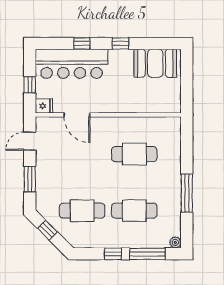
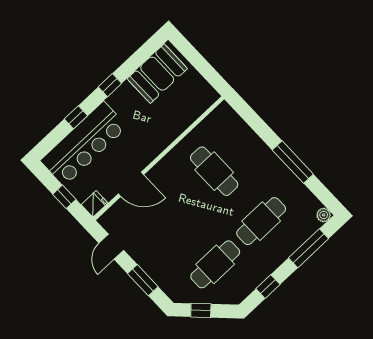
cafe table: (134, 154) -> (214, 171), turned 90
window: (113, 254) -> (268, 287), moved

